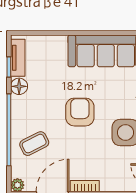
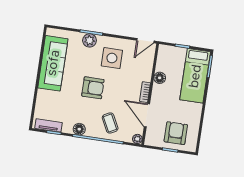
floor lamp: (19, 86) -> (79, 129), moved
armchair: (80, 112) -> (93, 88), turned 180

